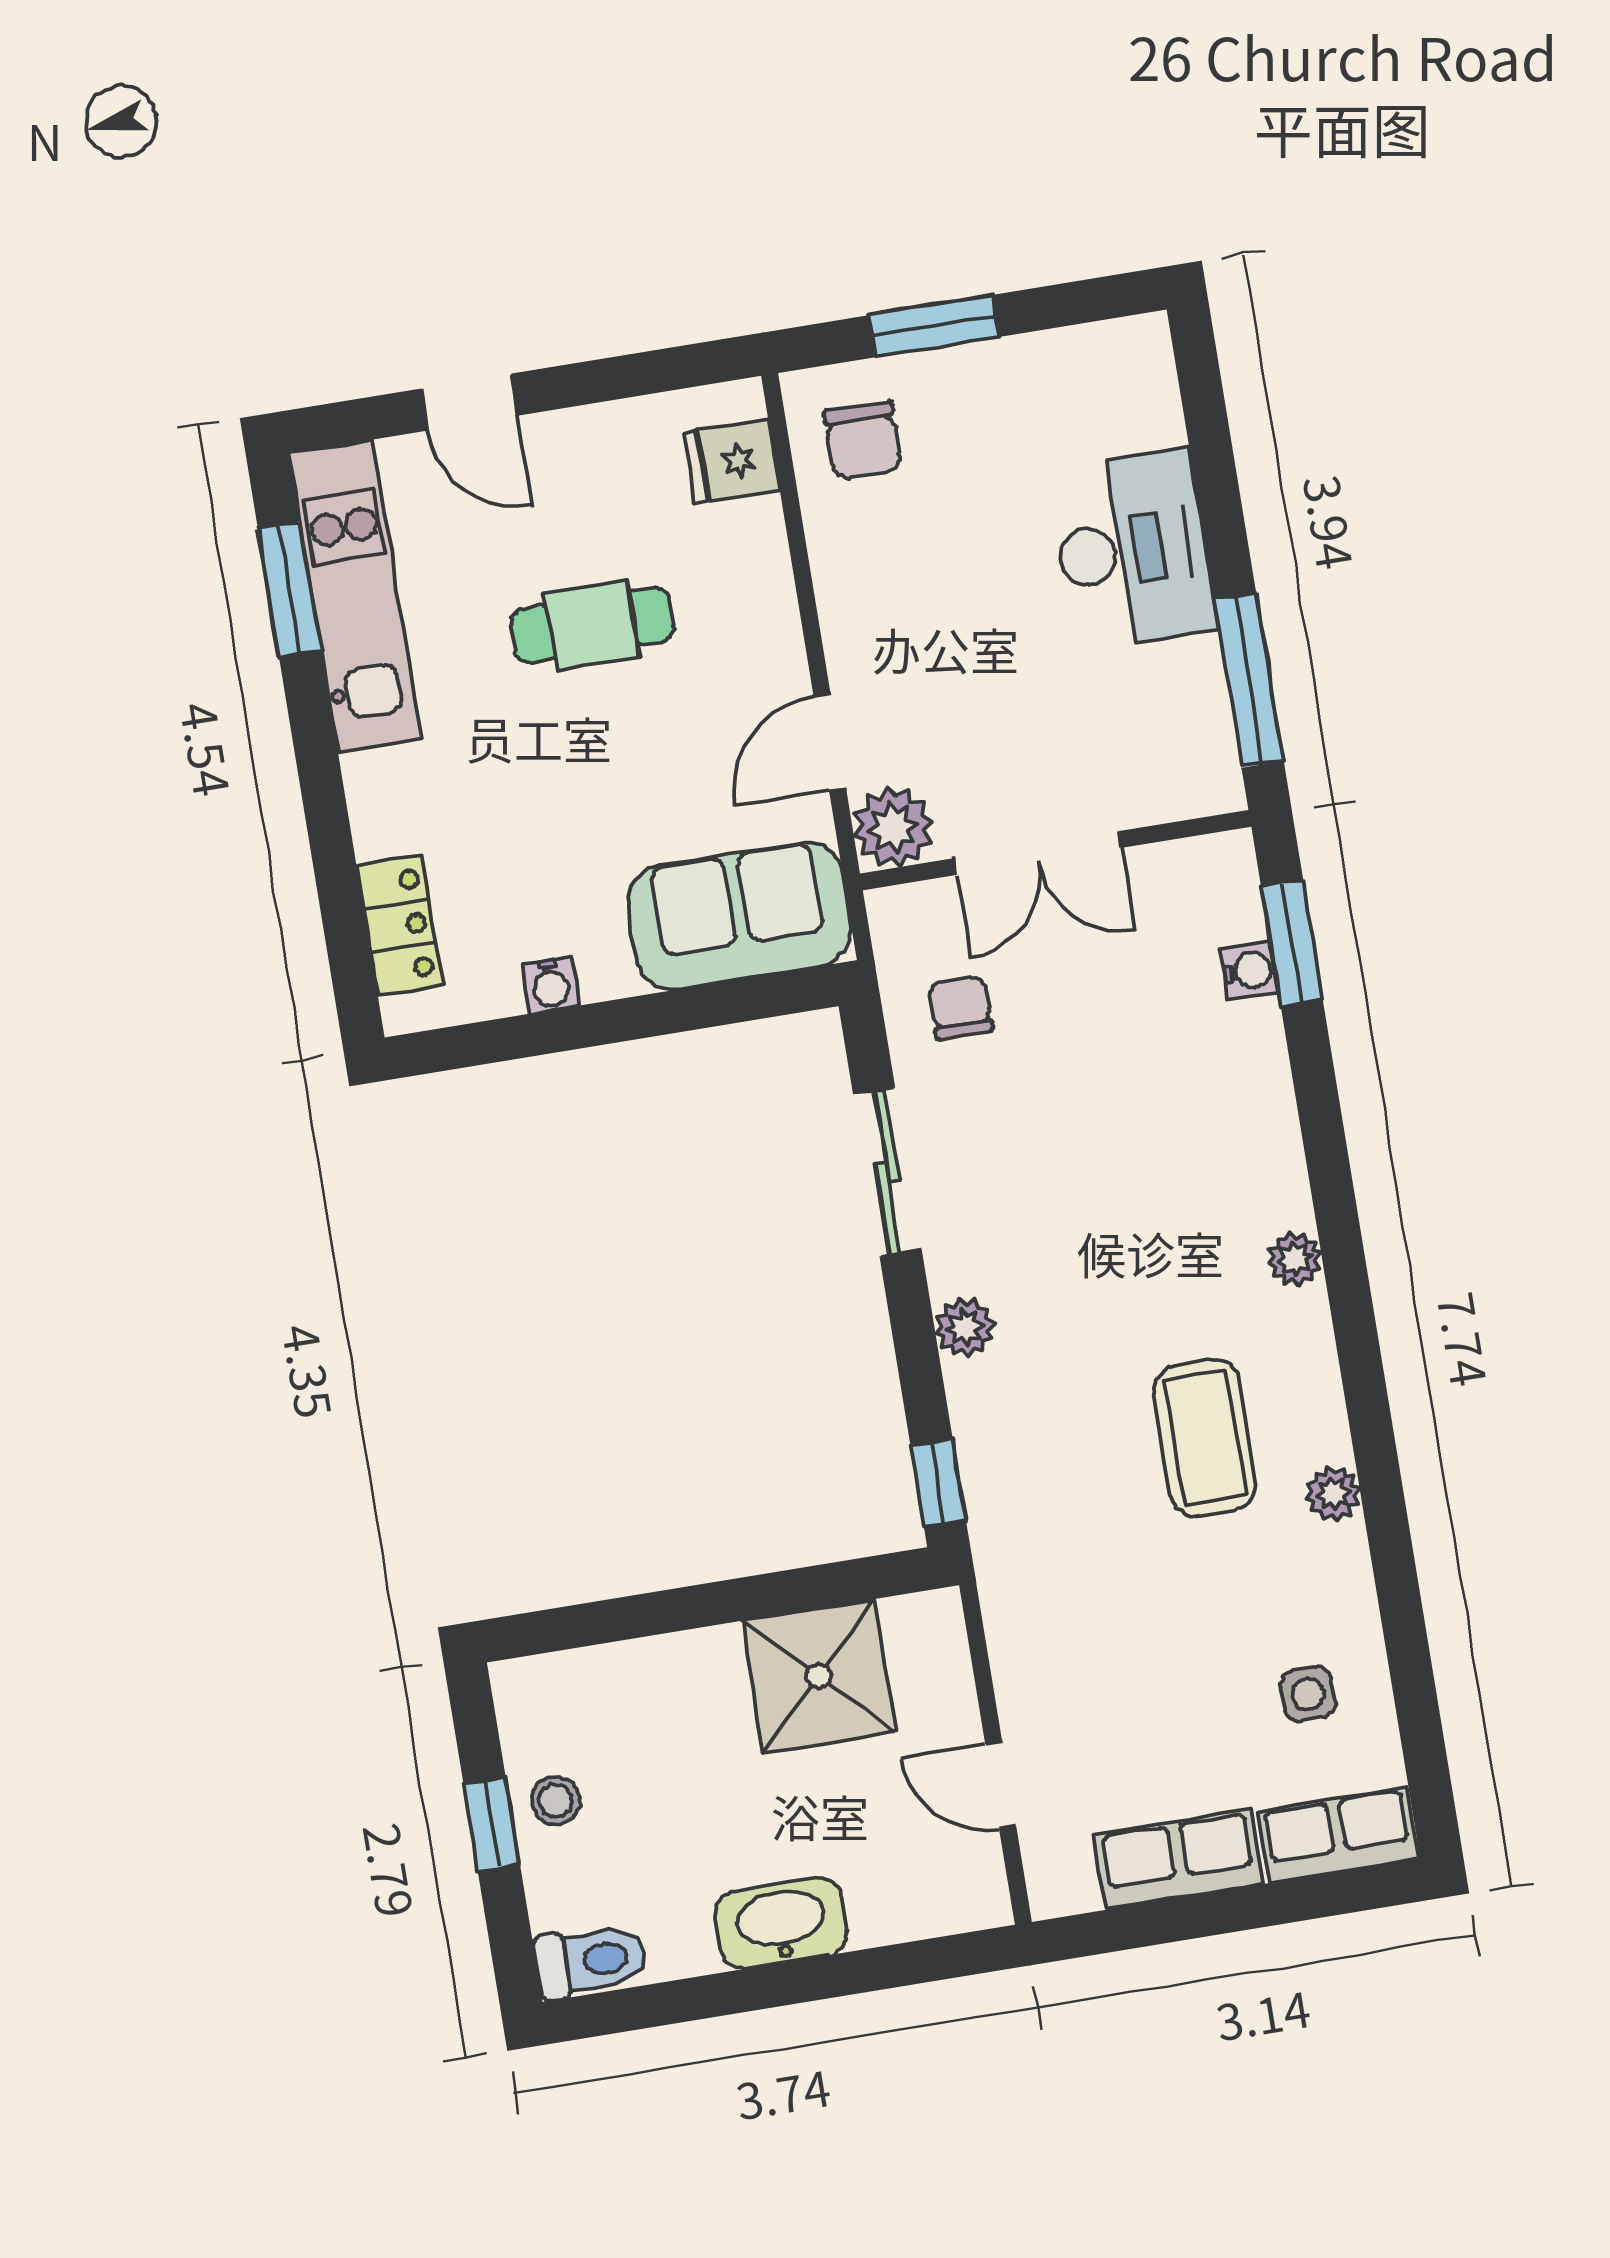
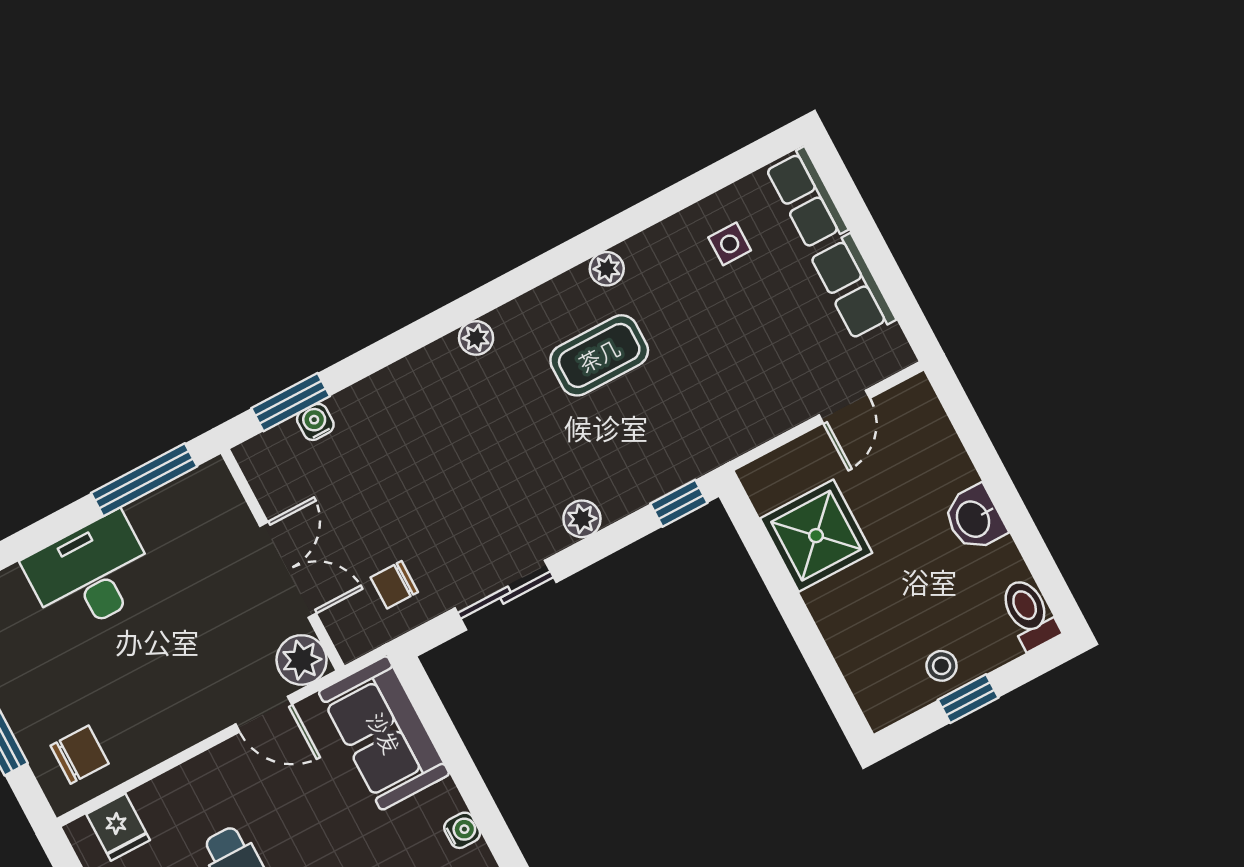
washbasin: (781, 1923) -> (974, 518), width x0.72

